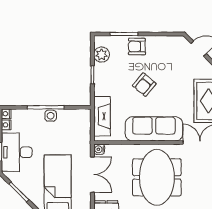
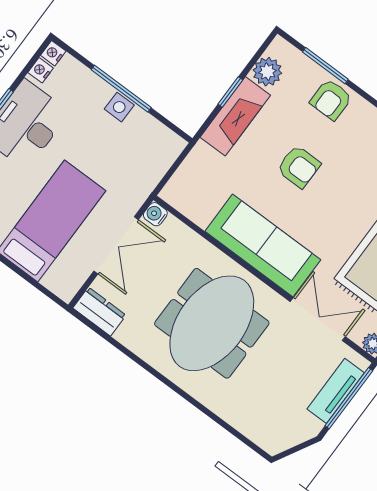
armchair: (137, 46) -> (331, 100), turned -90
armchair: (144, 85) -> (299, 167), turned -130
fireplace: (102, 116) -> (235, 116), moved

